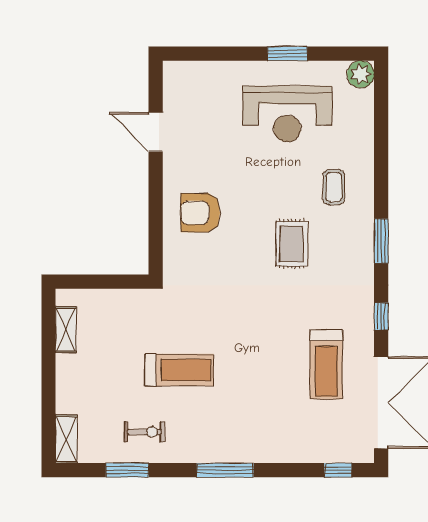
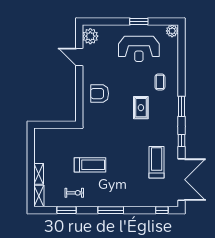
plant: (180, 86) -> (90, 36), added
shelving: (66, 330) -> (39, 174), moved
treadmill: (326, 364) -> (157, 162), turned 180

